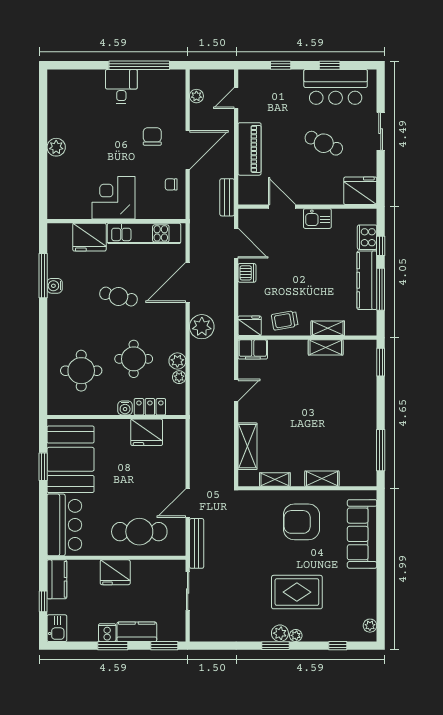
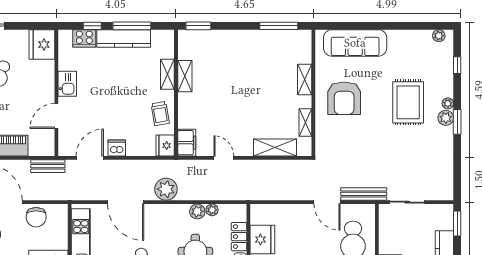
chair: (171, 184) -> (36, 217), width x1.87, depth x1.87

